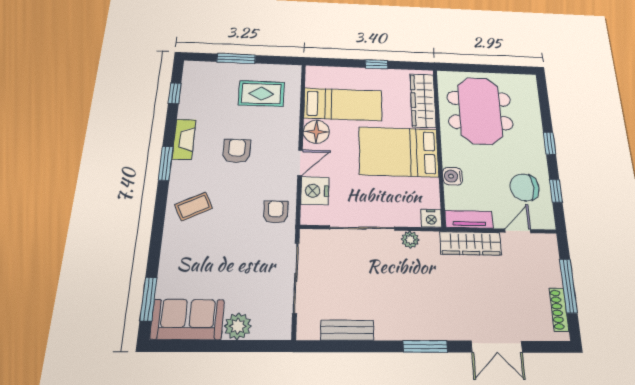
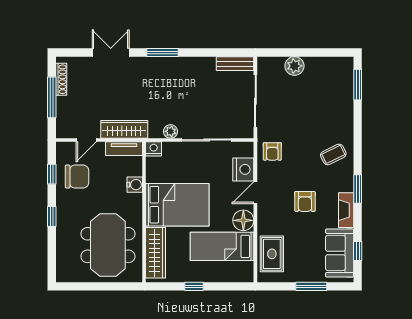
rug: (261, 94) -> (272, 254), moved, turned 90
sofa: (188, 319) -> (340, 253), moved, turned 90
bench: (347, 330) -> (235, 64), moved

